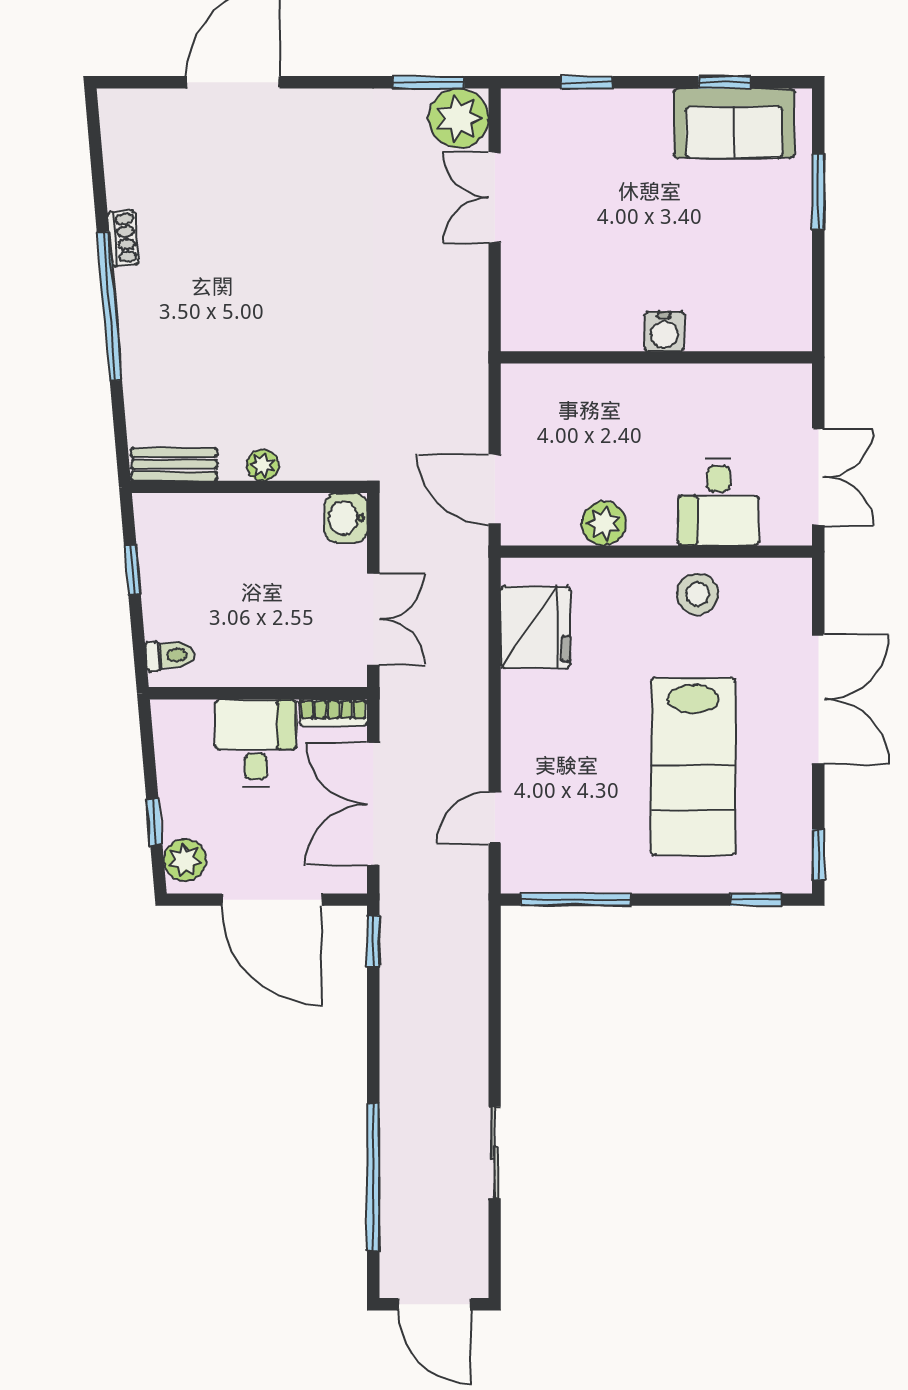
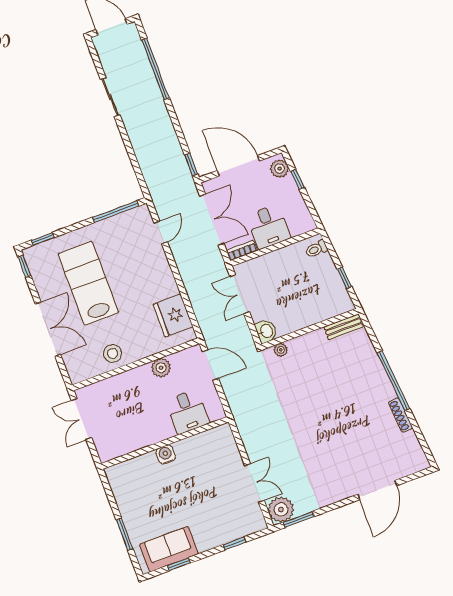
shoe rack: (123, 238) -> (401, 415), width x1.43
plant: (263, 465) -> (281, 350), moved
desk: (719, 502) -> (188, 412), moved, turned 180
double door: (818, 699) -> (48, 329), swing flipped

